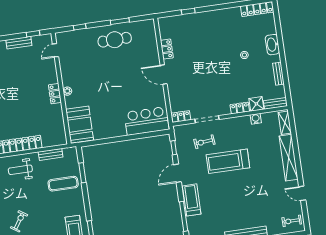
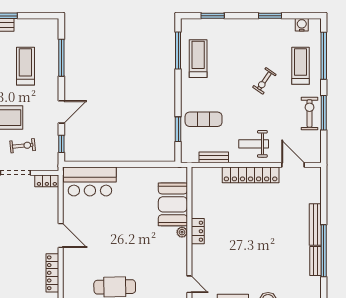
locker: (167, 49) -> (52, 273), width x1.53
door: (55, 50) -> (189, 284), hinge flipped
booth: (80, 125) -> (173, 204), moved
weight bench: (20, 170) -> (254, 144), turned 180
treadmill: (192, 200) -> (25, 66), moved, turned 180

